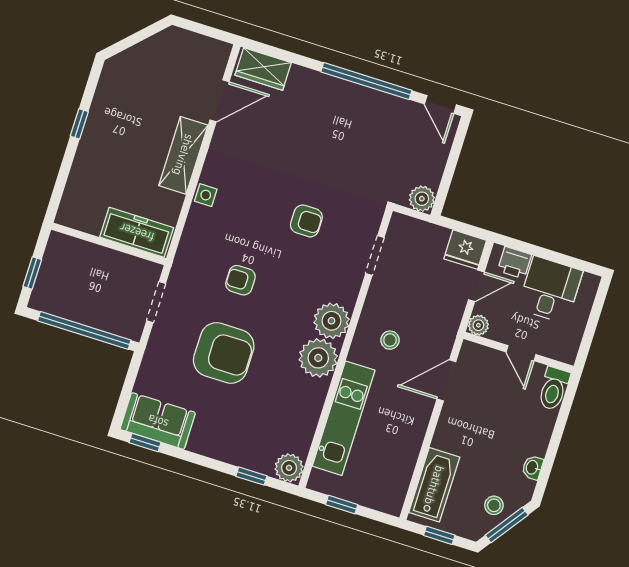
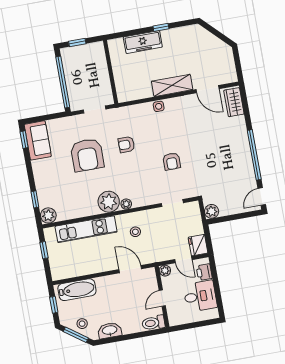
freezer: (137, 232) -> (143, 42), moved, turned 90
armchair: (240, 280) -> (126, 145), turned -90
plant: (332, 321) -> (126, 204), width x0.53, depth x0.53
washbasin: (532, 467) -> (110, 330), width x1.91, depth x1.45

